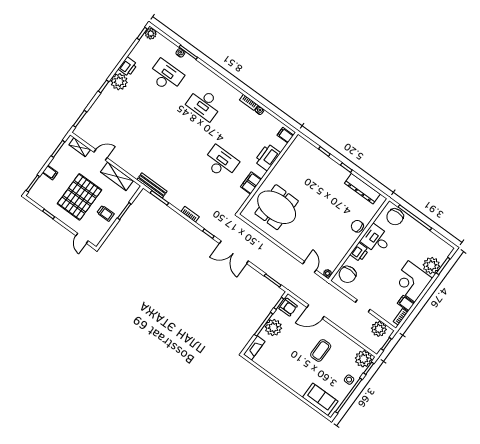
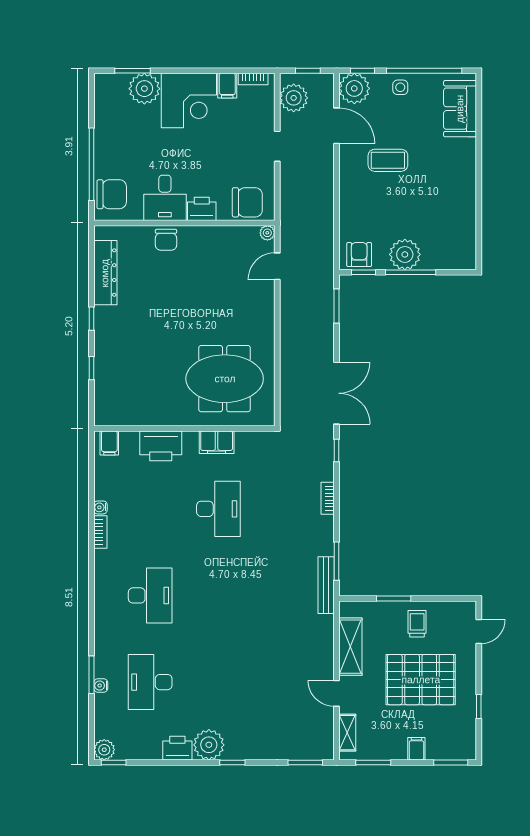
desk: (221, 162) -> (218, 509), turned 180
meeting table: (277, 207) -> (225, 379), turned 90
door: (316, 312) -> (337, 126), moved
fireplace: (254, 348) -> (455, 261), removed

